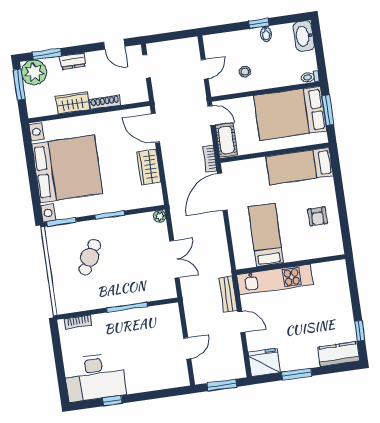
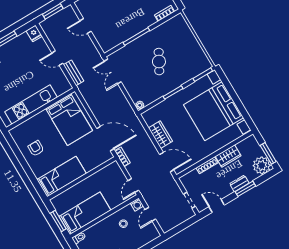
window: (47, 54) -> (245, 189), moved
washing machine: (217, 89) -> (137, 205), added
bed: (290, 113) -> (85, 213), width x0.67
door: (211, 116) -> (133, 186), hinge flipped
cot: (226, 140) -> (117, 174), removed
door: (222, 192) -> (105, 139), hinge flipped
bed: (266, 235) -> (69, 120), width x1.50
cafe table: (90, 257) -> (159, 62), moved
double door: (174, 259) -> (113, 71), moved
kitchen unit: (275, 280) -> (31, 105), moved
door: (187, 348) -> (86, 26), hinge flipped
fridge: (264, 362) -> (34, 33), width x0.53, depth x0.75

